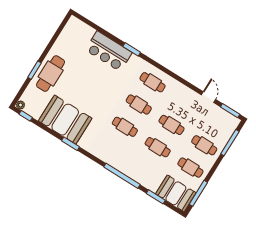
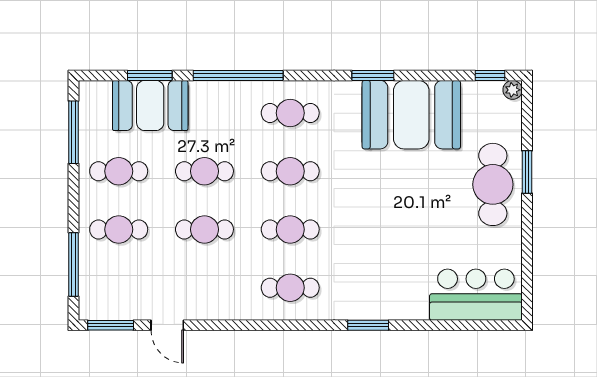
bar counter: (109, 51) -> (476, 295), moved
cafe table: (111, 149) -> (290, 113), added
booth: (176, 193) -> (150, 105), moved

